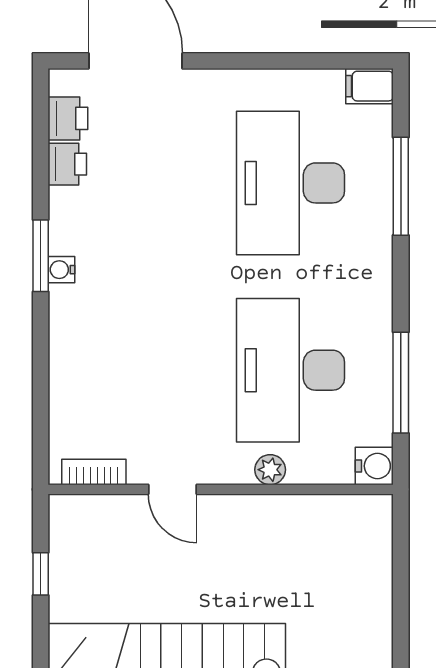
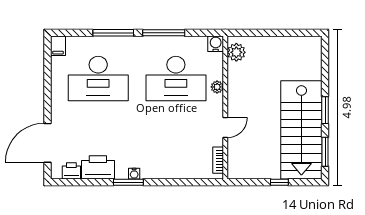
printer: (67, 164) -> (98, 167), width x1.87, depth x1.48
window: (401, 186) -> (113, 33), moved
window: (401, 383) -> (164, 33), moved
plant: (354, 516) -> (236, 52), added
window: (41, 574) -> (279, 182), moved

